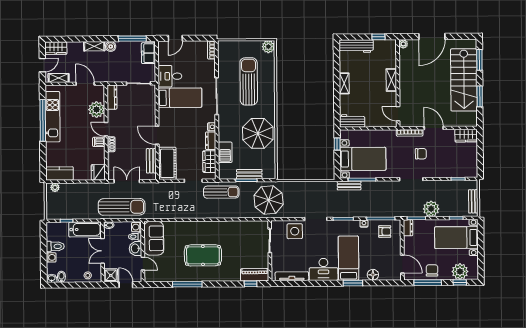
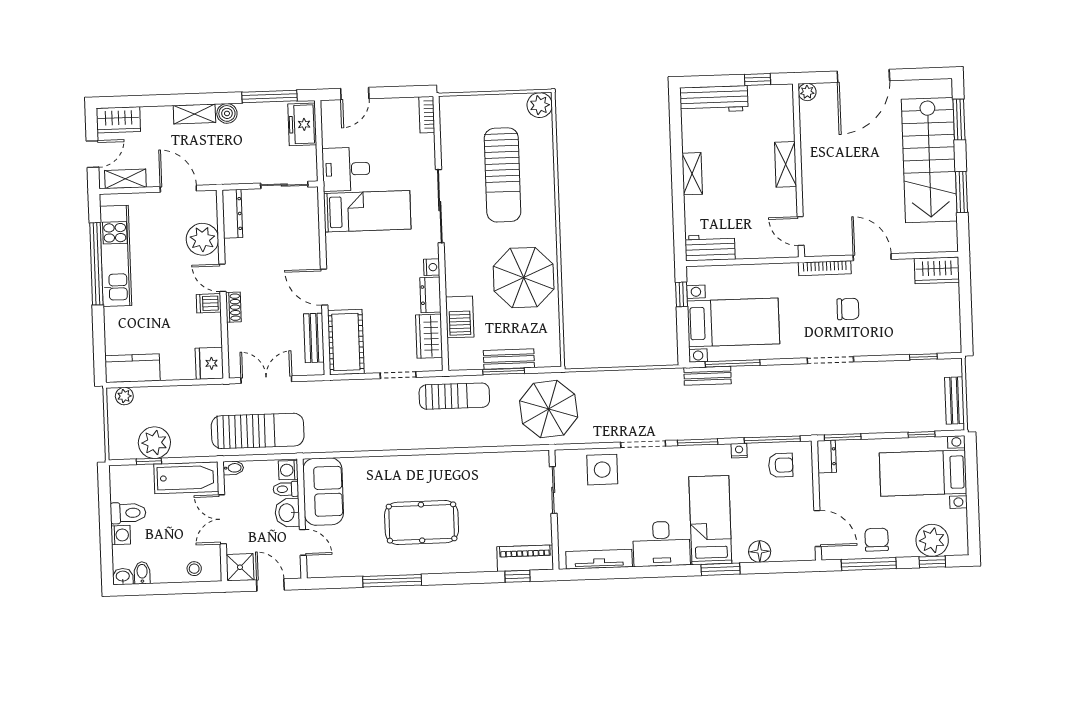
sun lounger: (249, 81) -> (503, 175), turned 180
plant: (431, 209) -> (154, 443), moved

